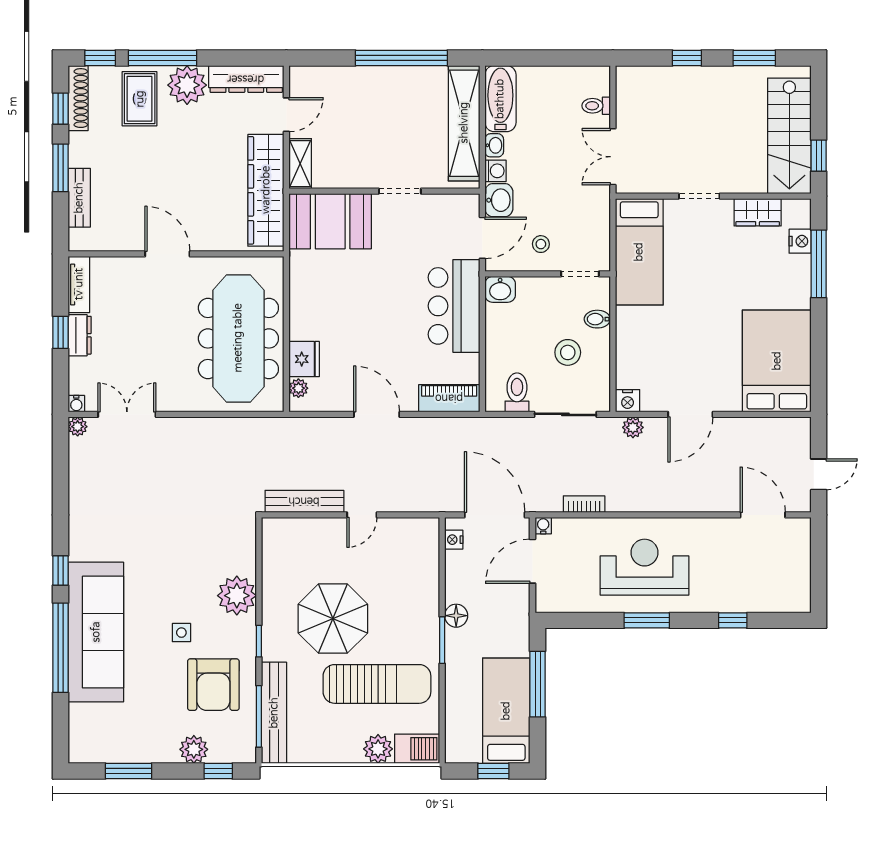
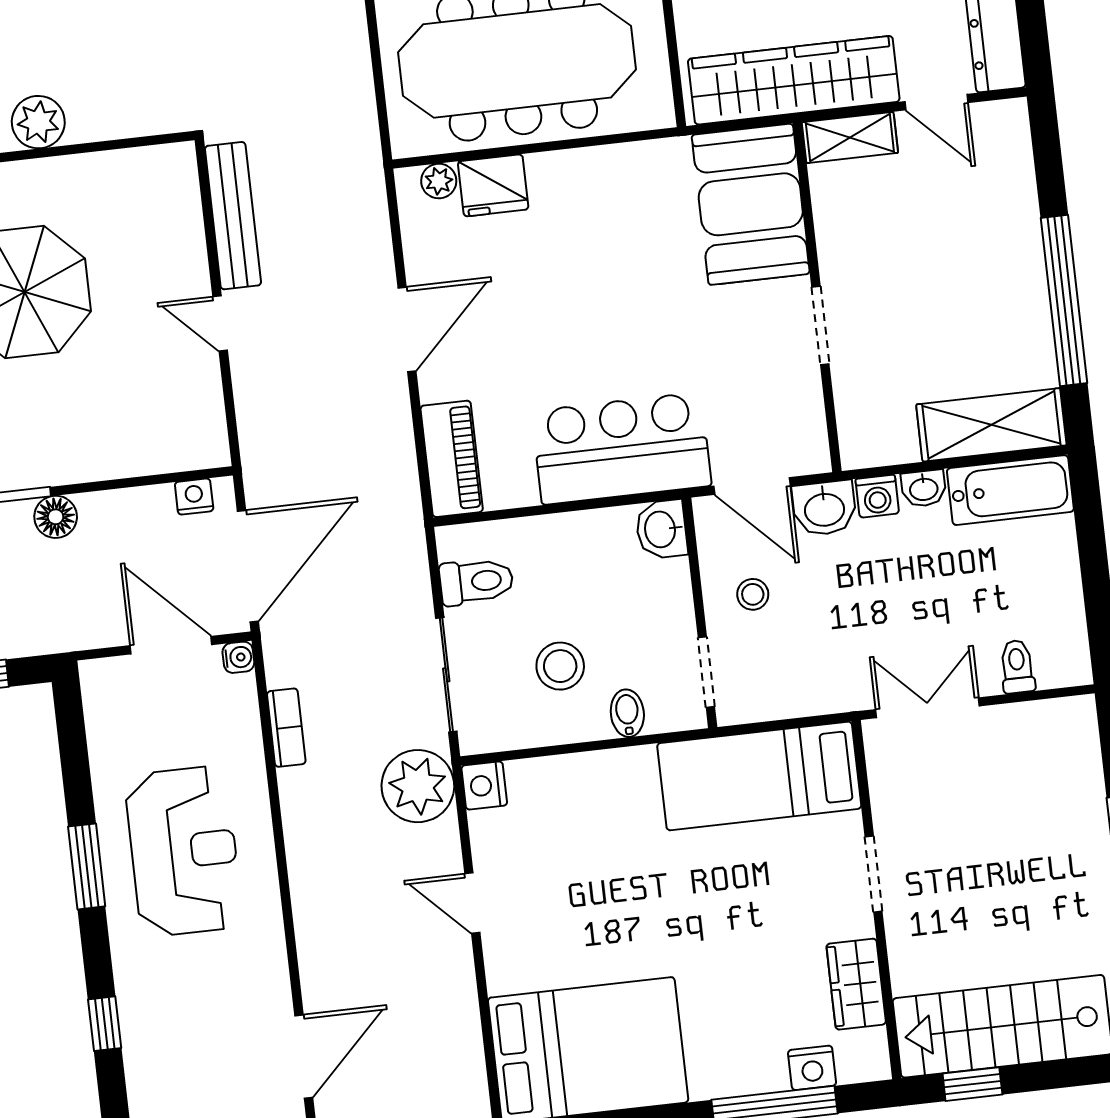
shelving: (464, 123) -> (991, 425), width x0.68
door: (690, 414) -> (472, 903), width x0.73
plant: (633, 427) -> (418, 786), width x1.88, depth x1.88
plant: (237, 596) -> (38, 122), width x0.73, depth x0.73

